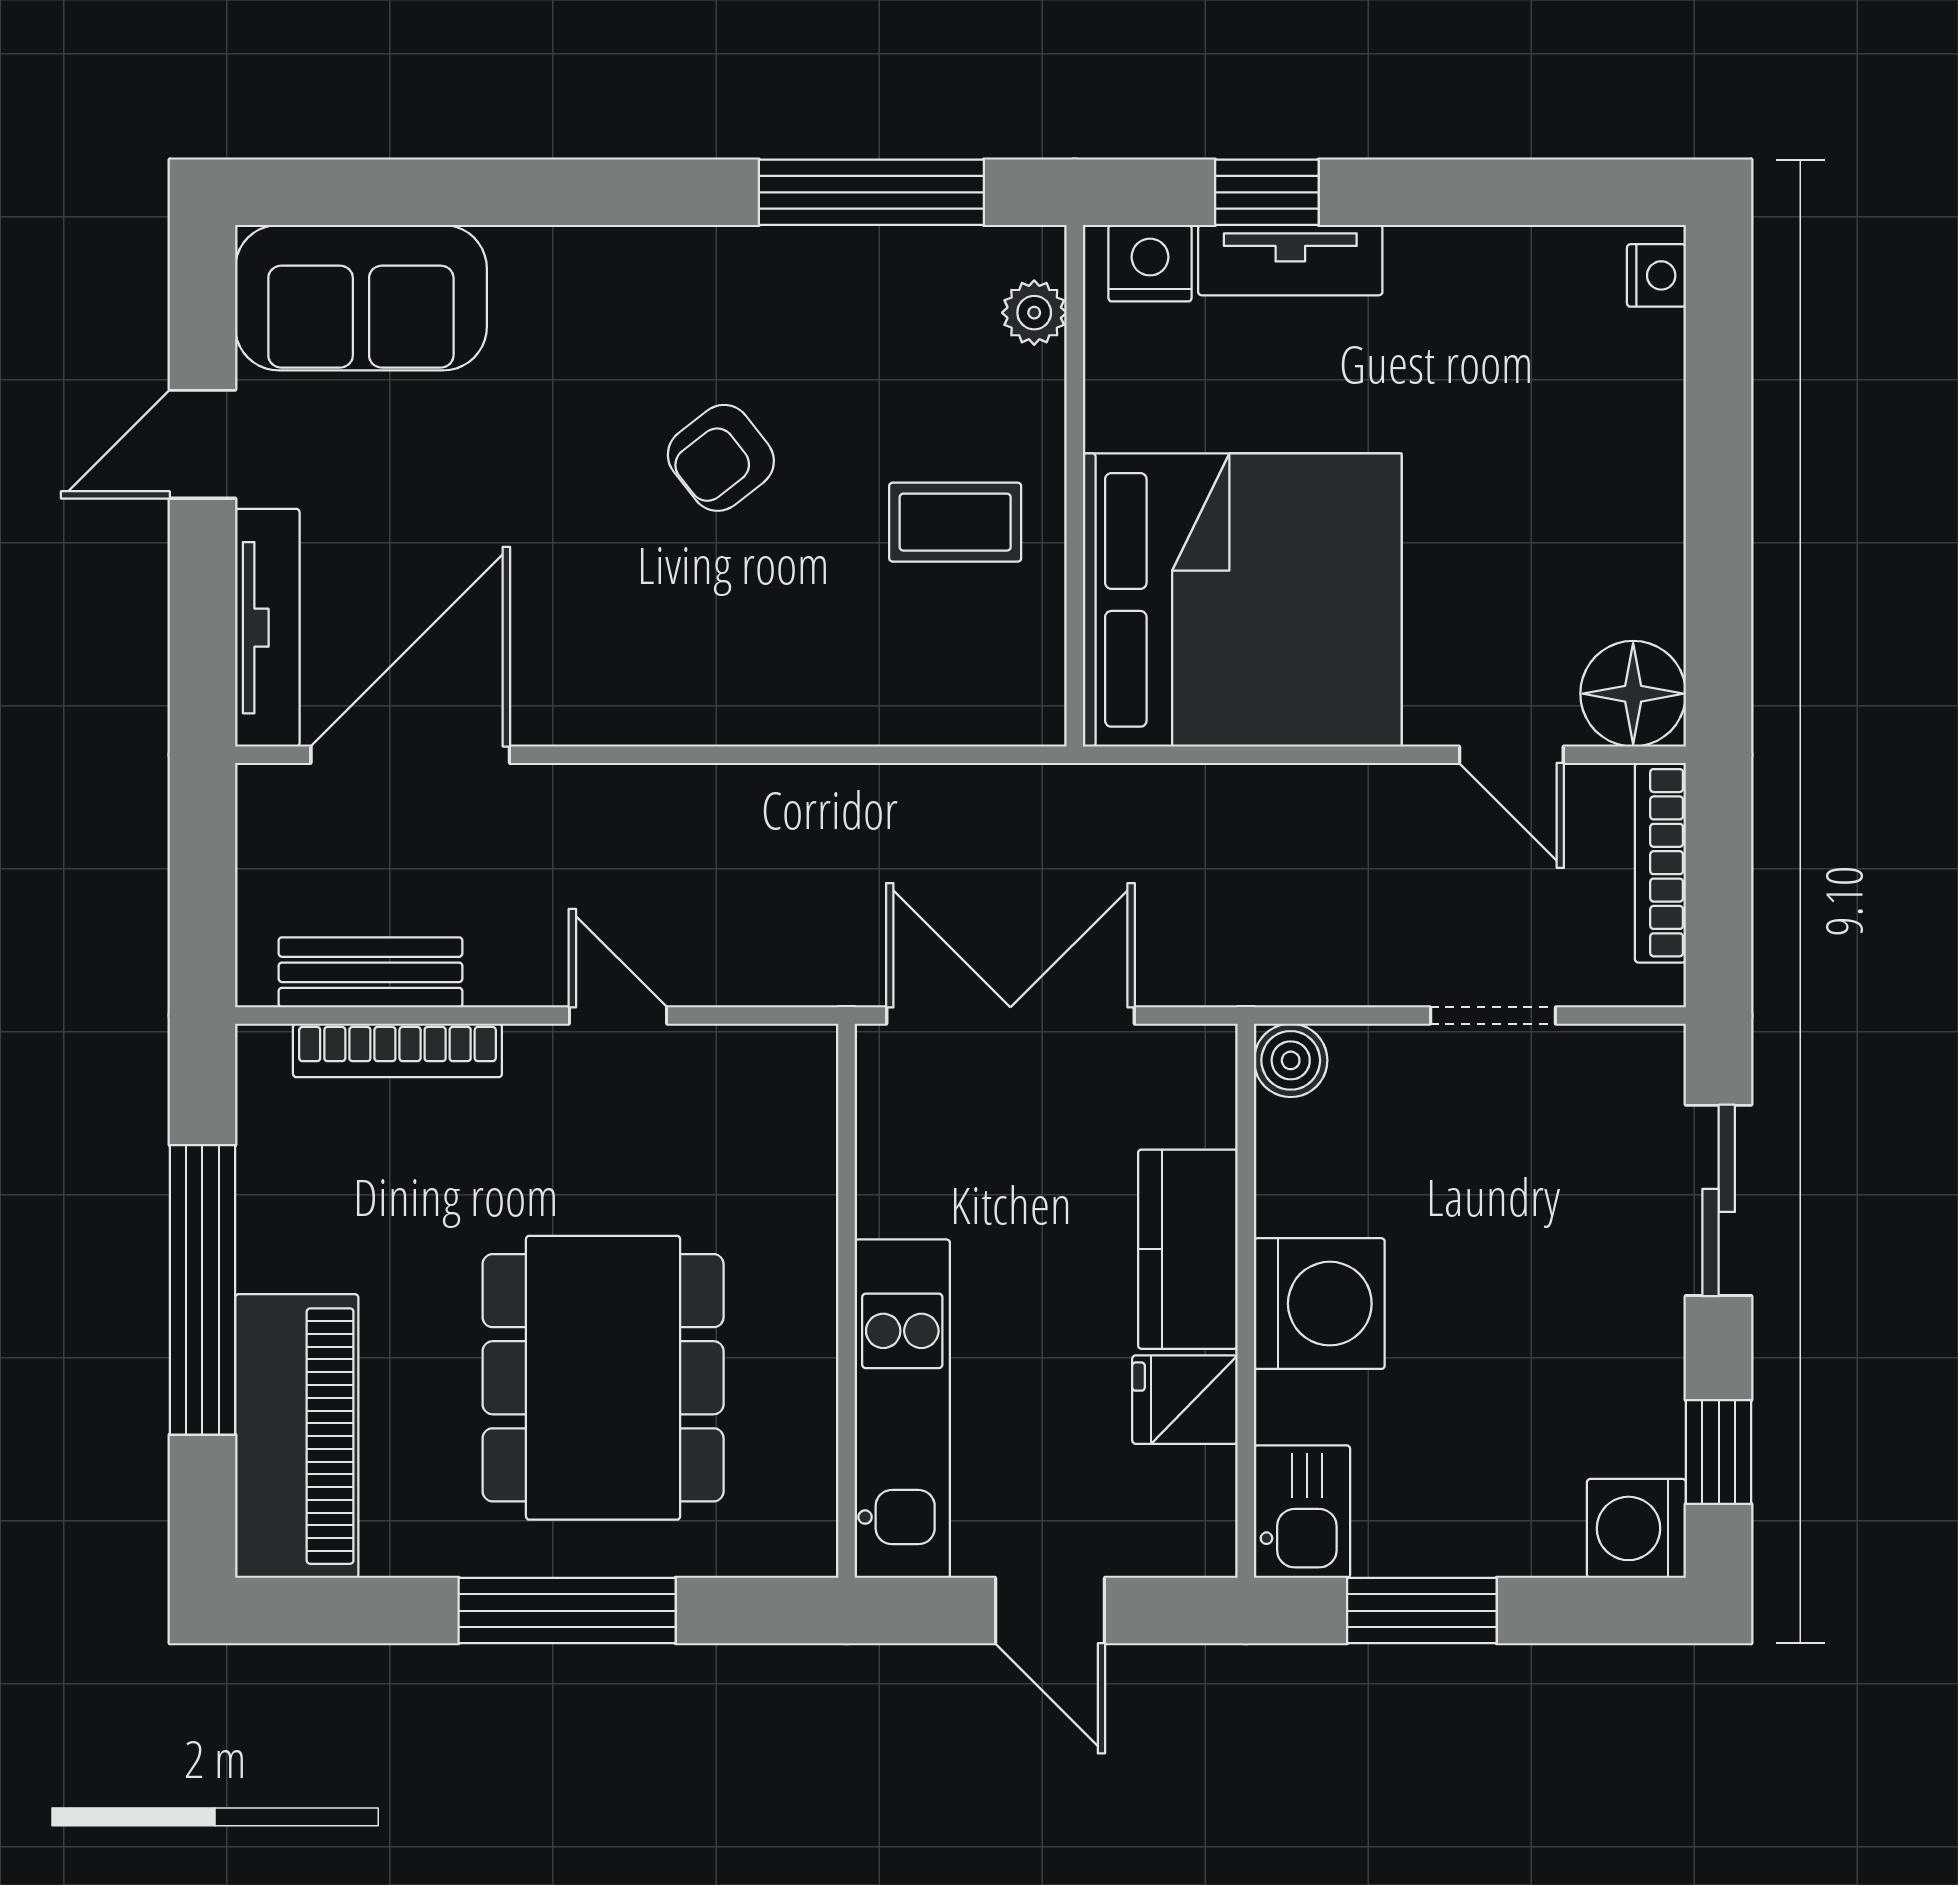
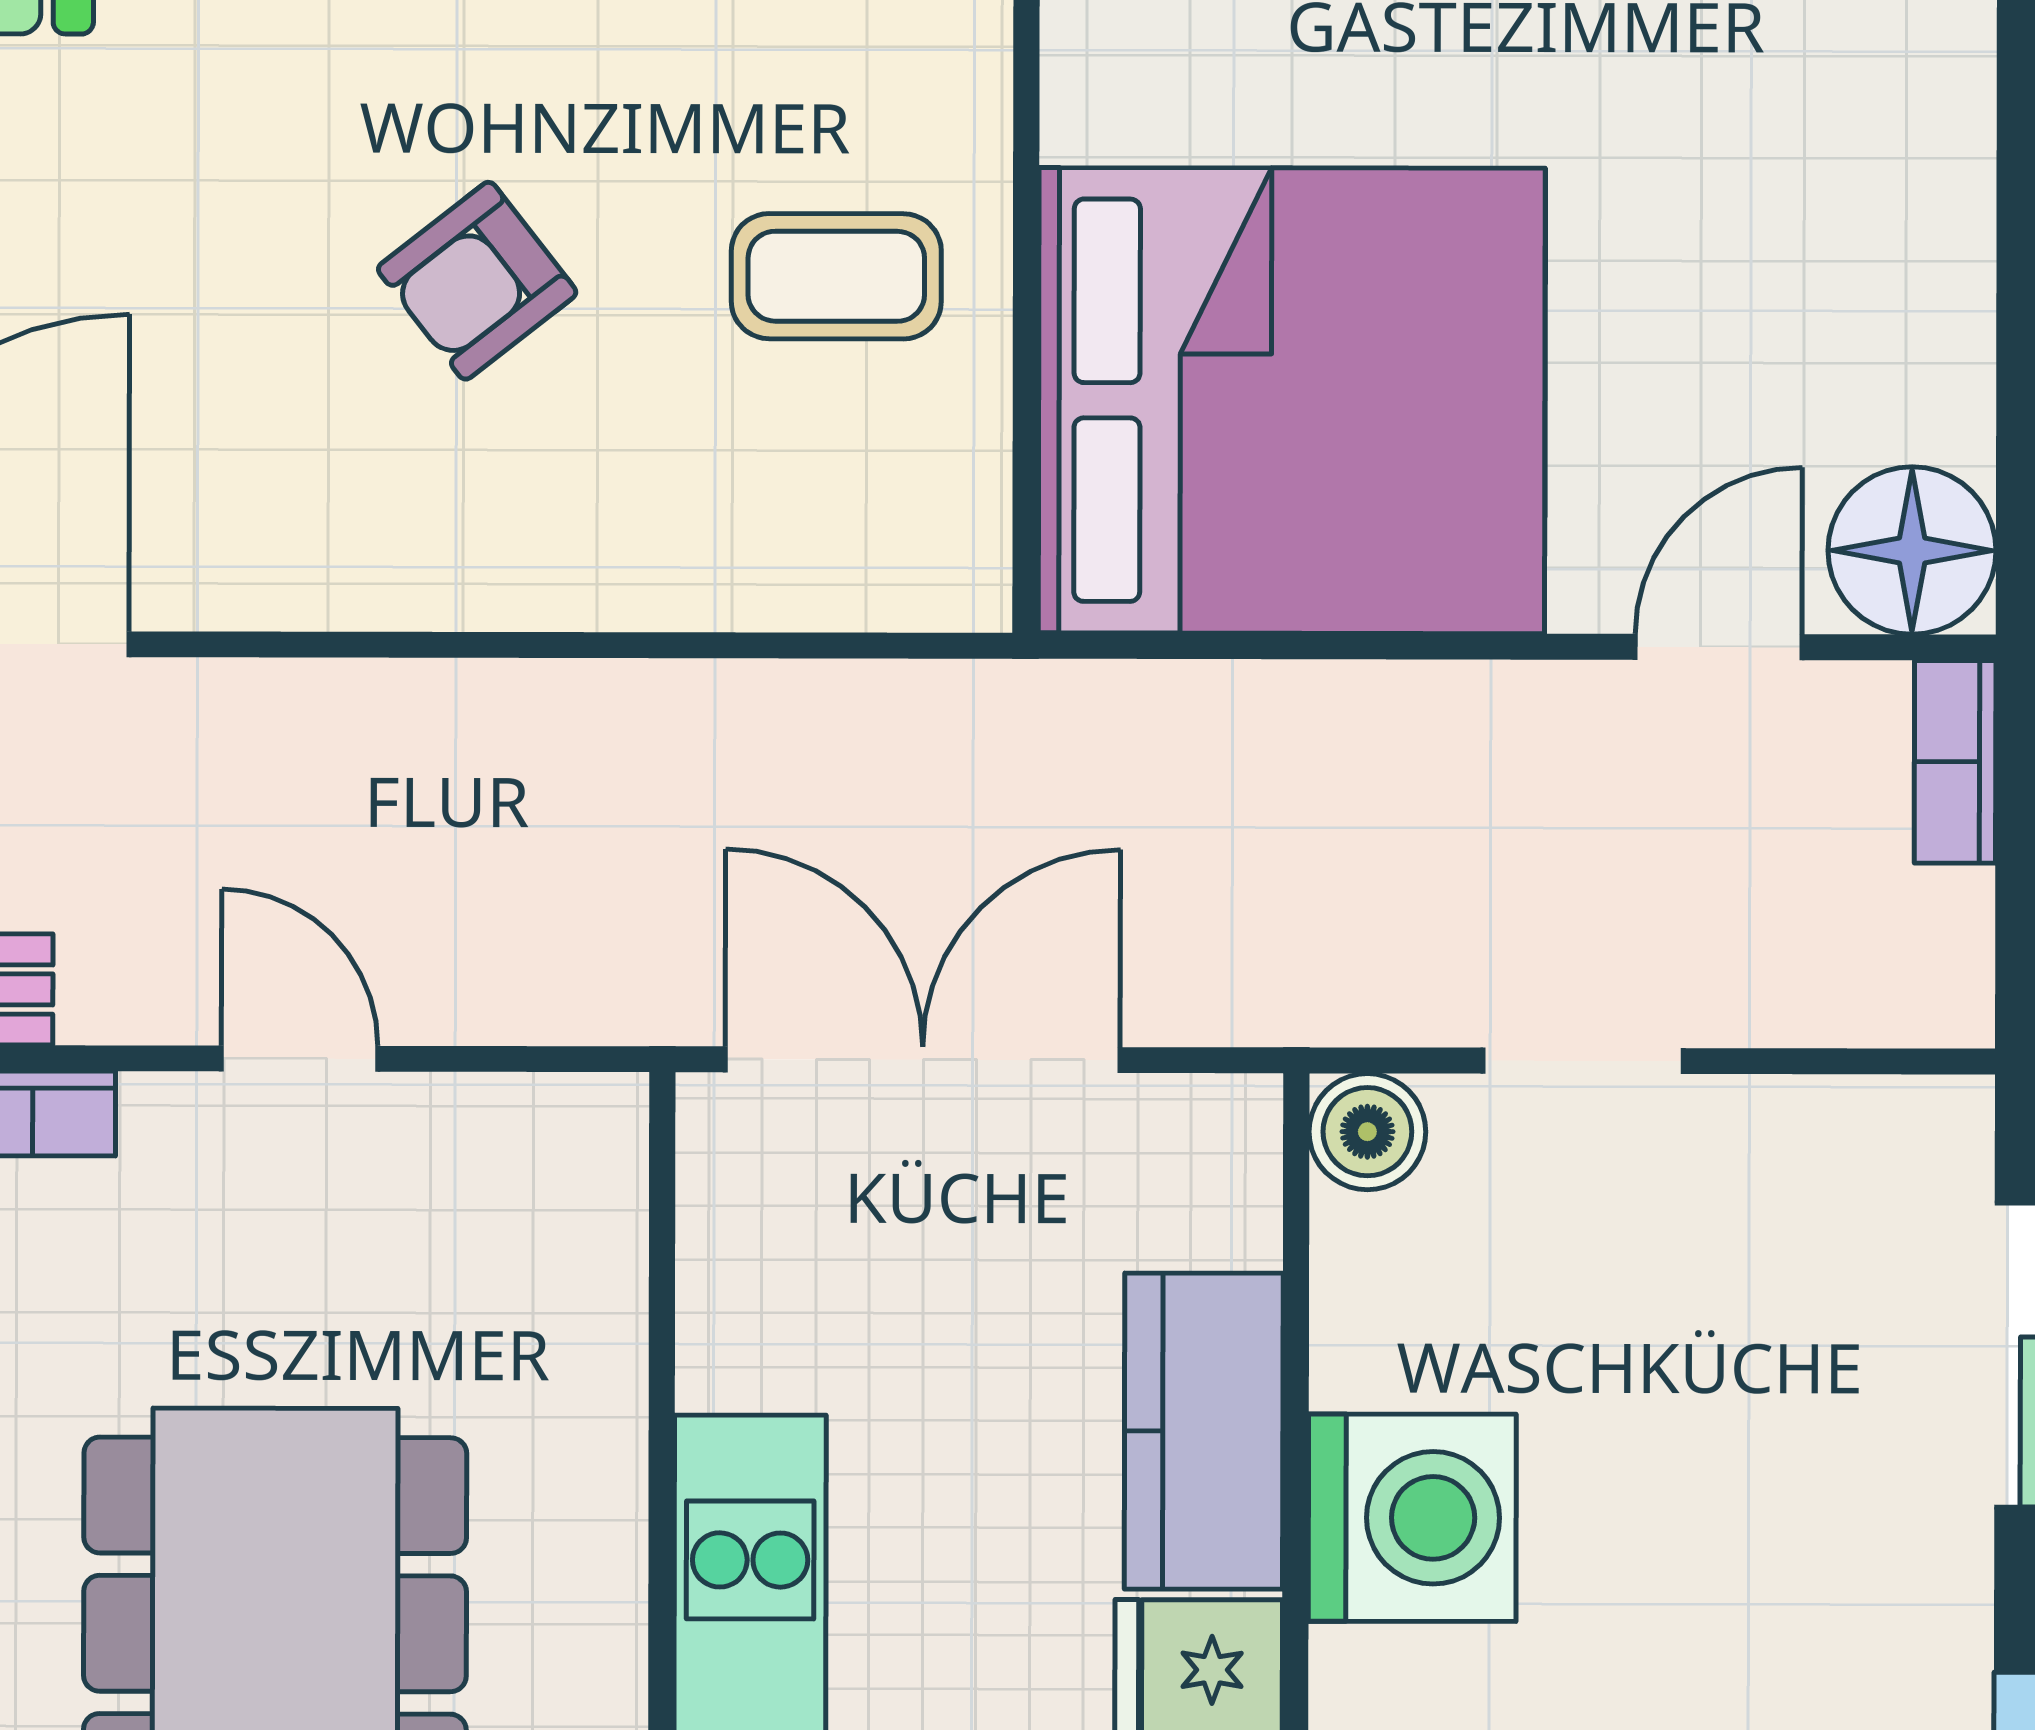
armchair: (721, 458) -> (477, 281), moved
door: (1511, 755) -> (1719, 647), swing flipped
bookcase: (1660, 863) -> (1955, 762), width x0.64
doorway: (1493, 1016) -> (1583, 1061), moved

